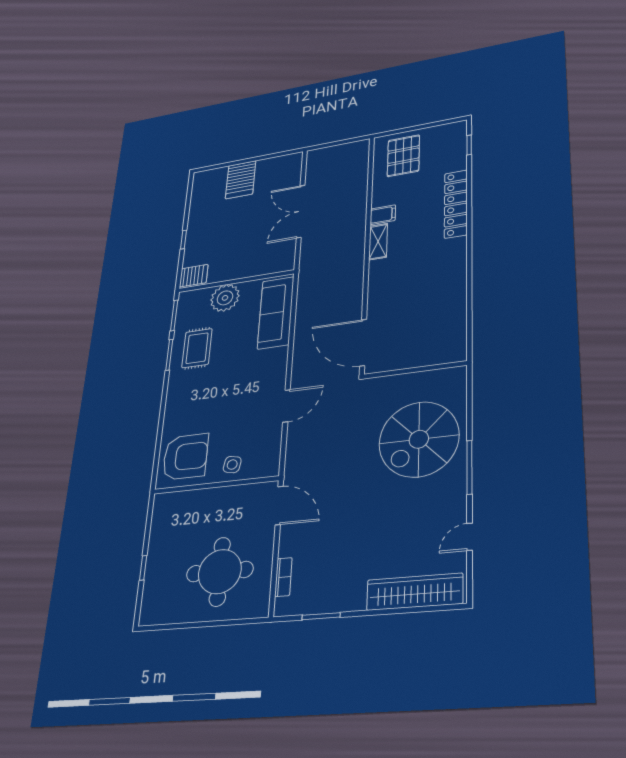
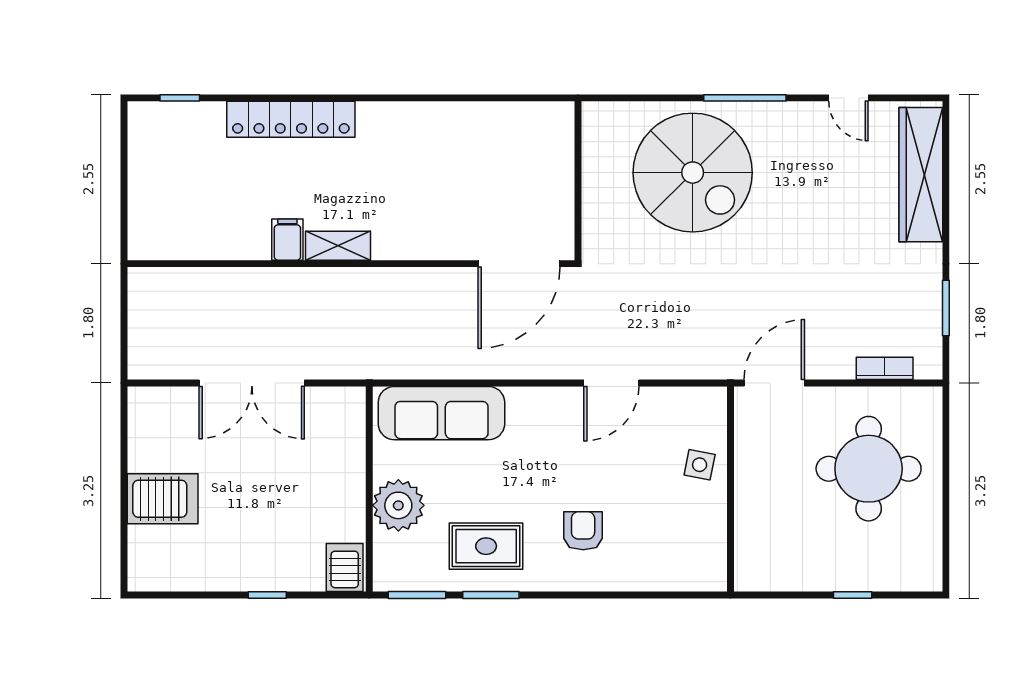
pallet: (403, 156) -> (177, 208), removed
door: (286, 406) -> (611, 383), swing flipped
armchair: (185, 457) -> (583, 531), moved, width x0.53, depth x0.53

